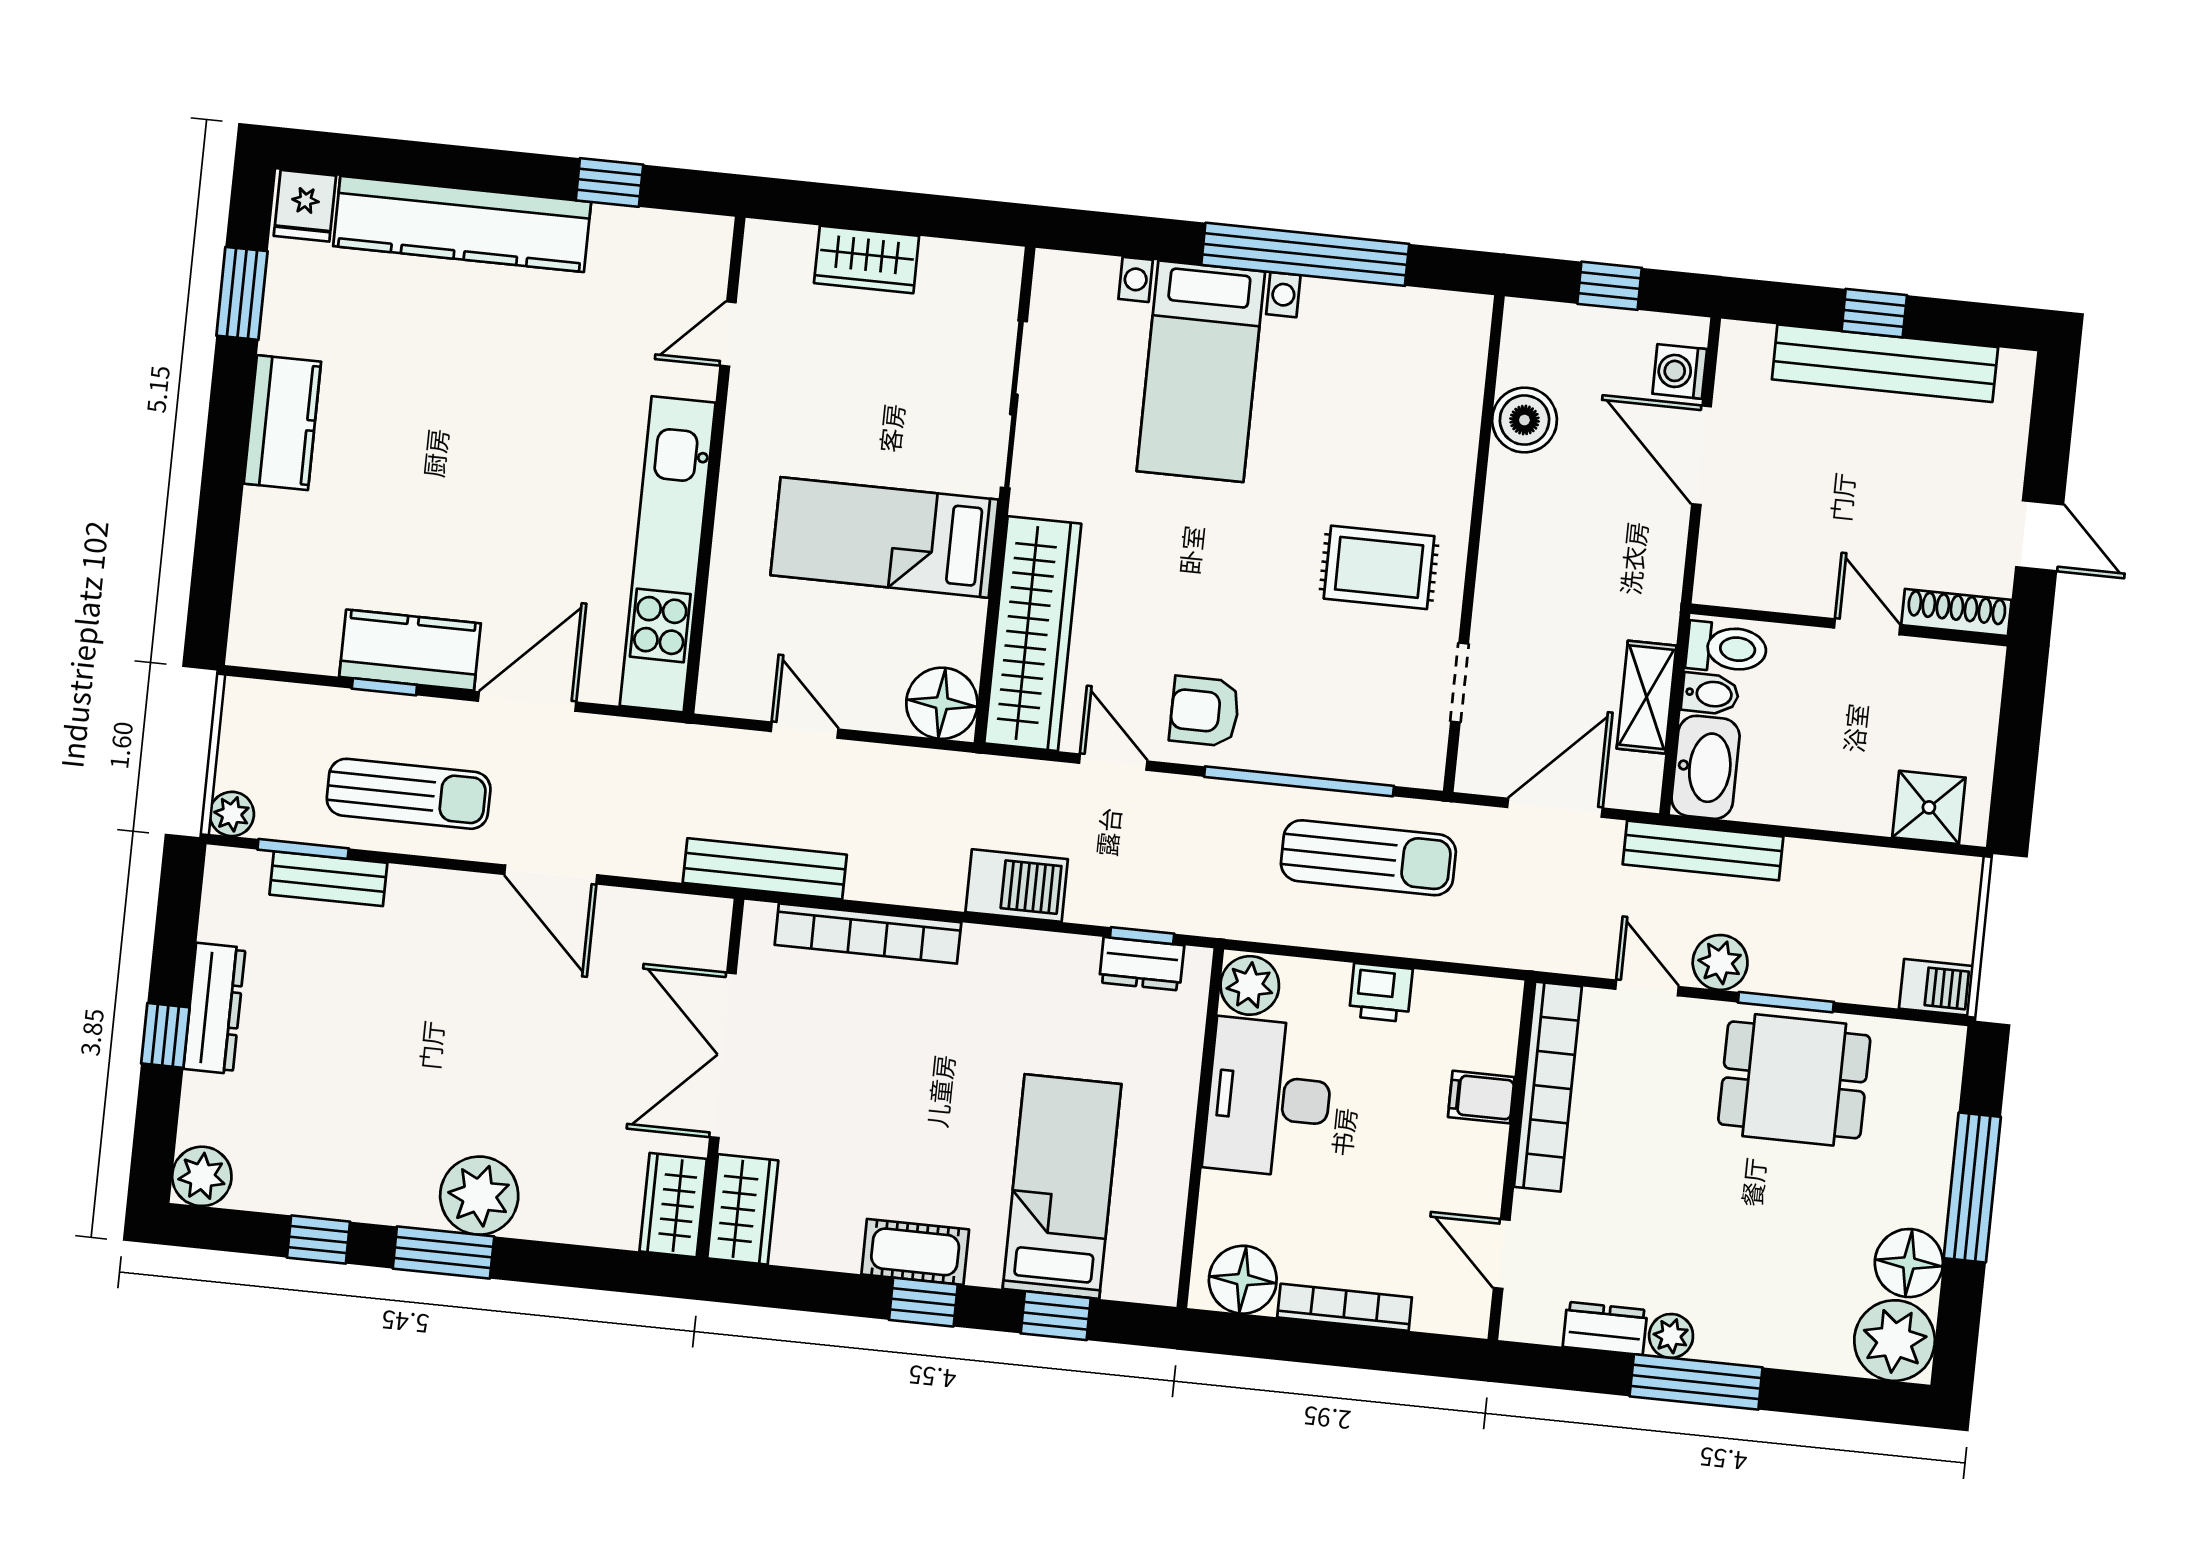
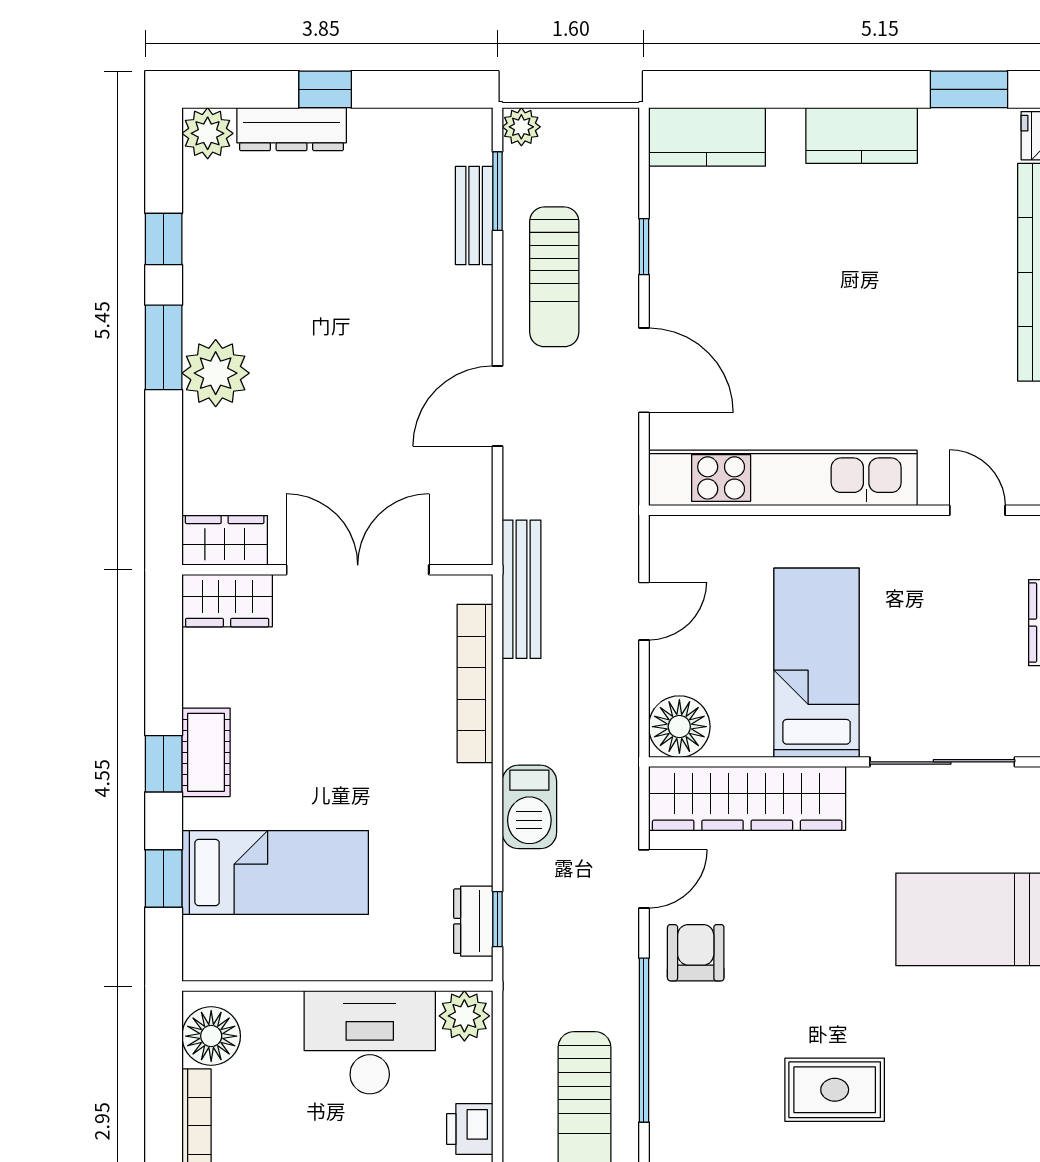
rug: (1379, 567) -> (835, 1090), turned 90
kitchen counter: (410, 650) -> (707, 137), moved, turned 90
dresser: (214, 1008) -> (292, 129), moved

